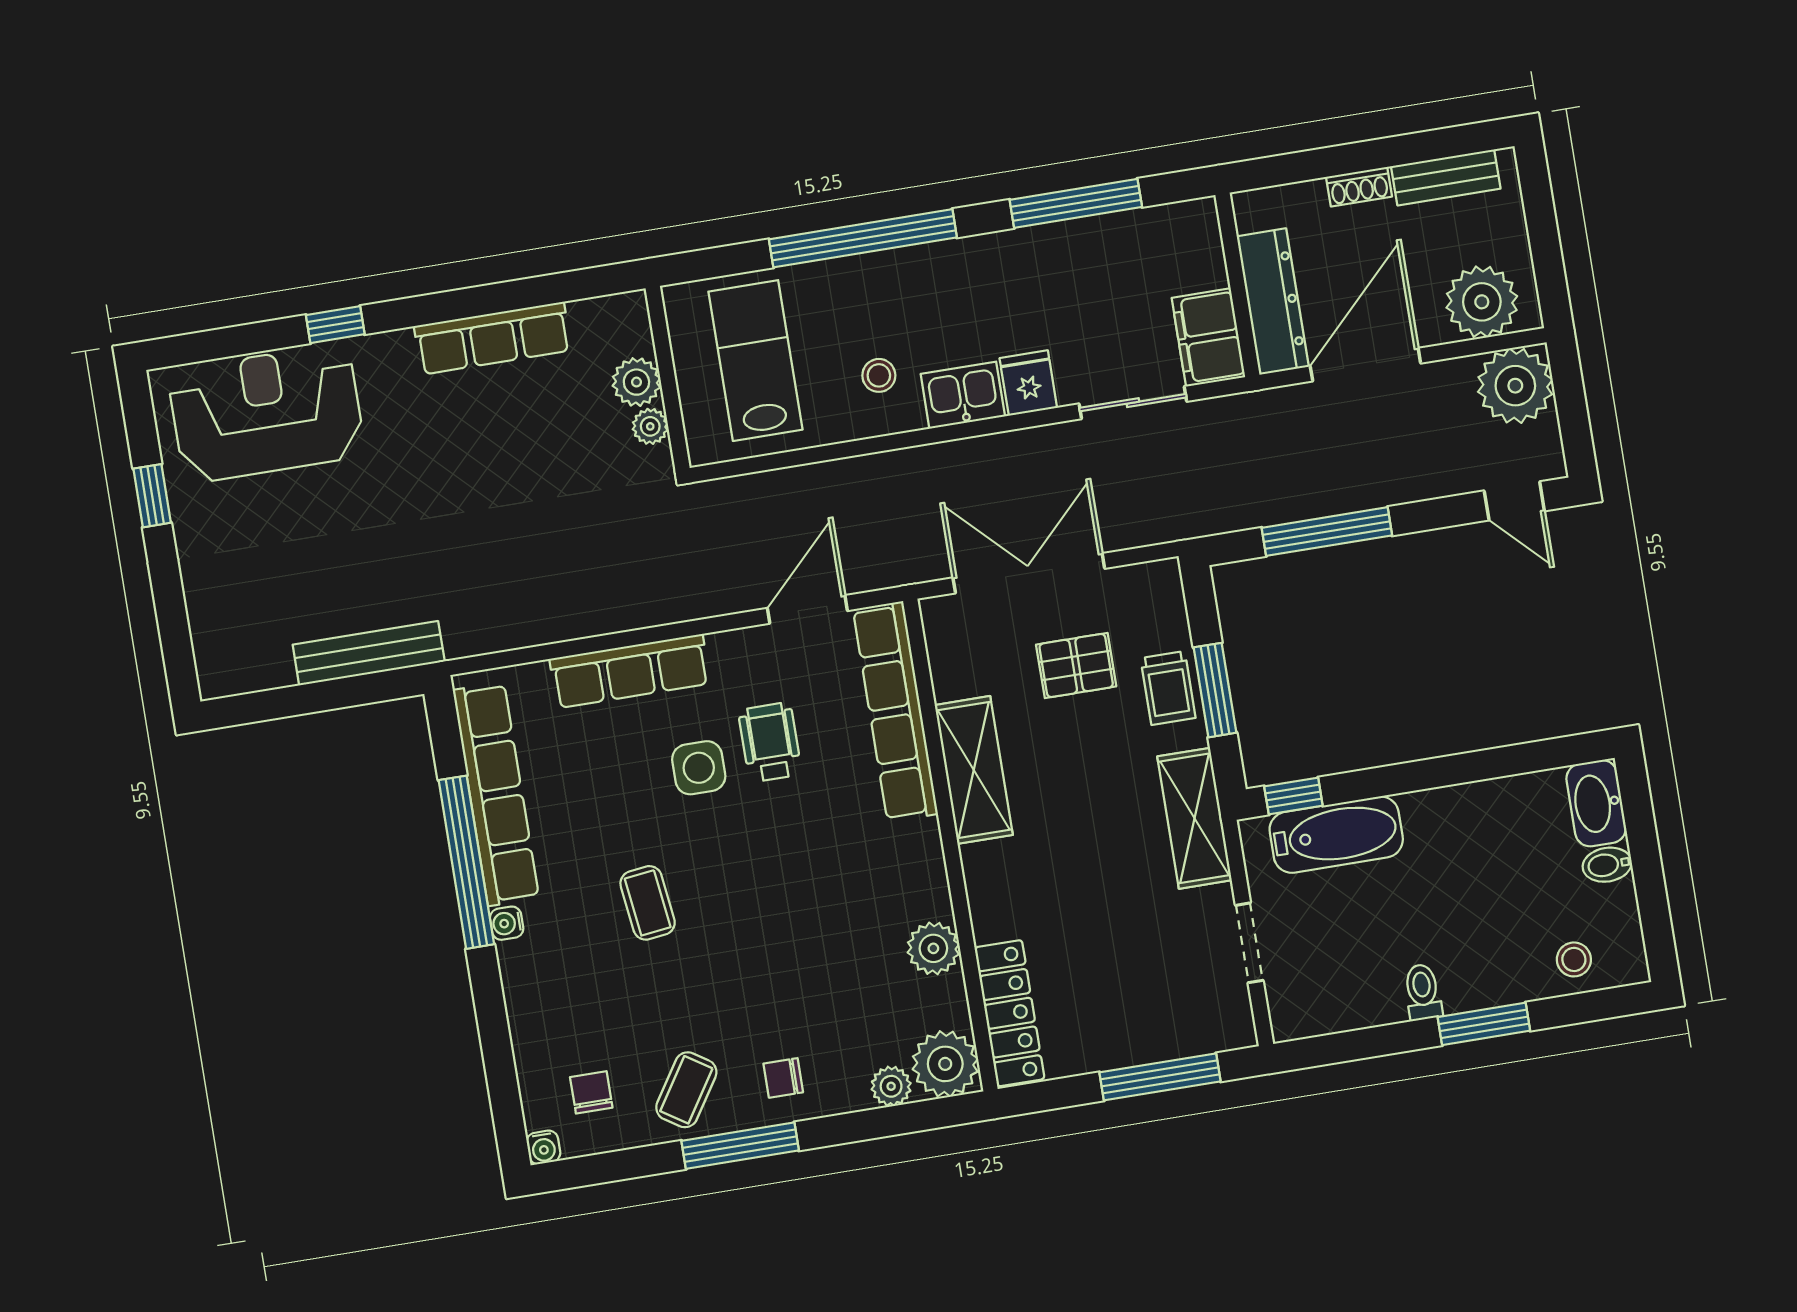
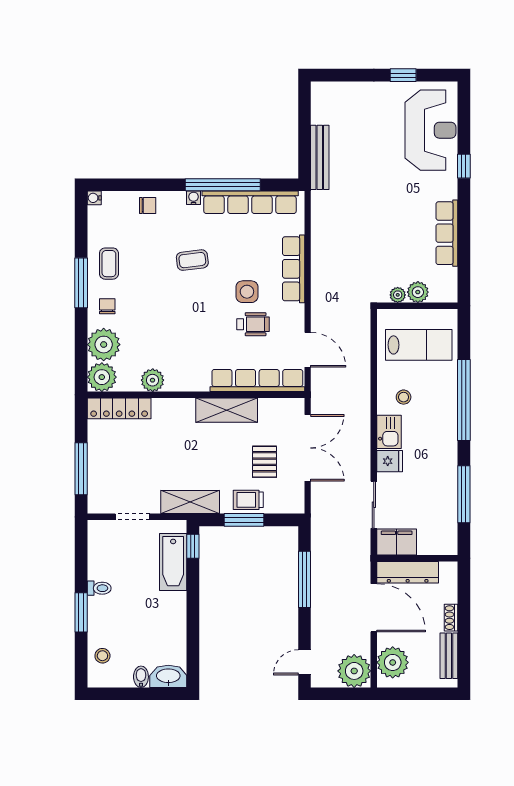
plant: (891, 1086) -> (104, 345), width x1.88, depth x1.88
coffee table: (686, 1090) -> (109, 264), turned 57
chair: (591, 1092) -> (148, 205), moved

